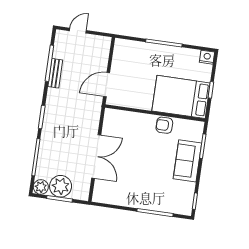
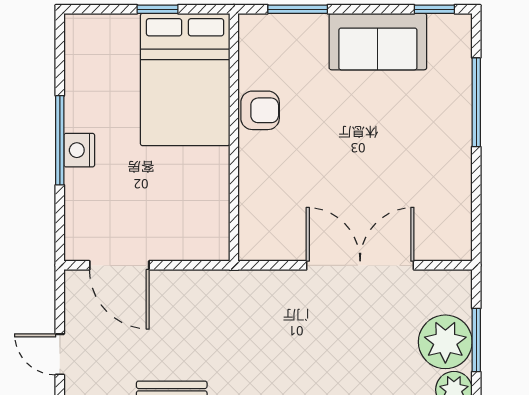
nightstand: (207, 57) -> (79, 150), moved
door: (107, 85) -> (119, 265), moved
armchair: (164, 125) -> (260, 110), turned -90
sofa: (187, 161) -> (378, 42), moved

